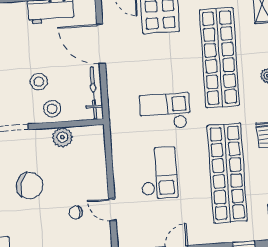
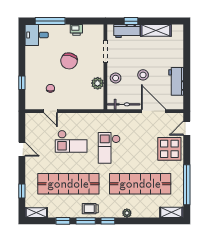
door: (101, 44) -> (154, 111), hinge flipped
stool: (39, 82) -> (143, 75), moved
checkout: (165, 111) -> (109, 148), turned 180
door: (112, 210) -> (51, 111), swing flipped

